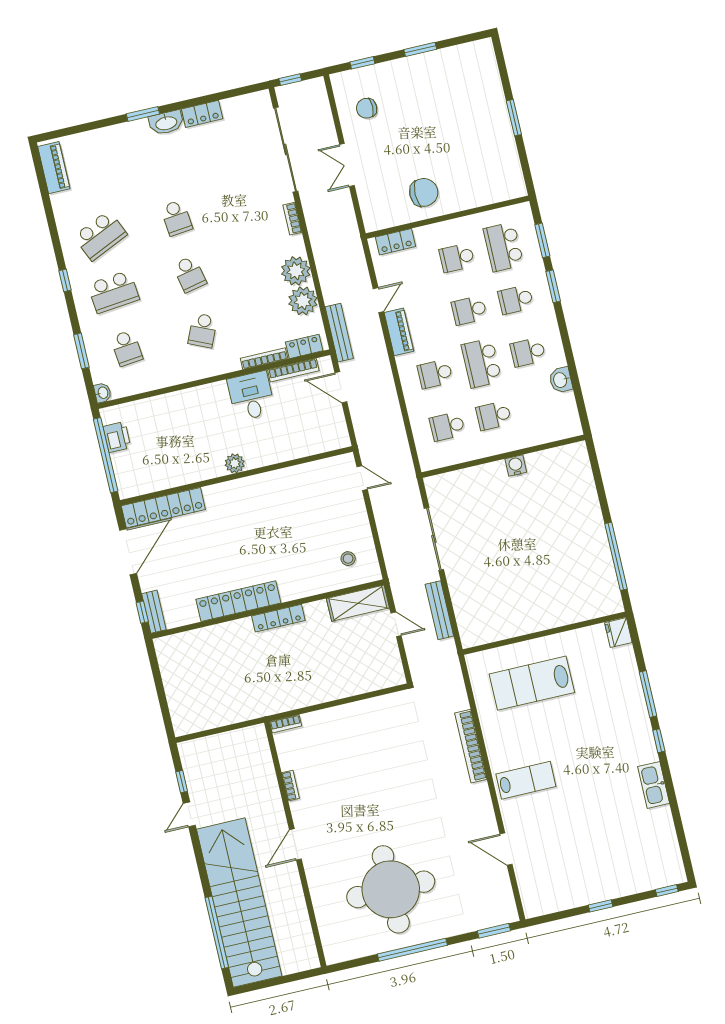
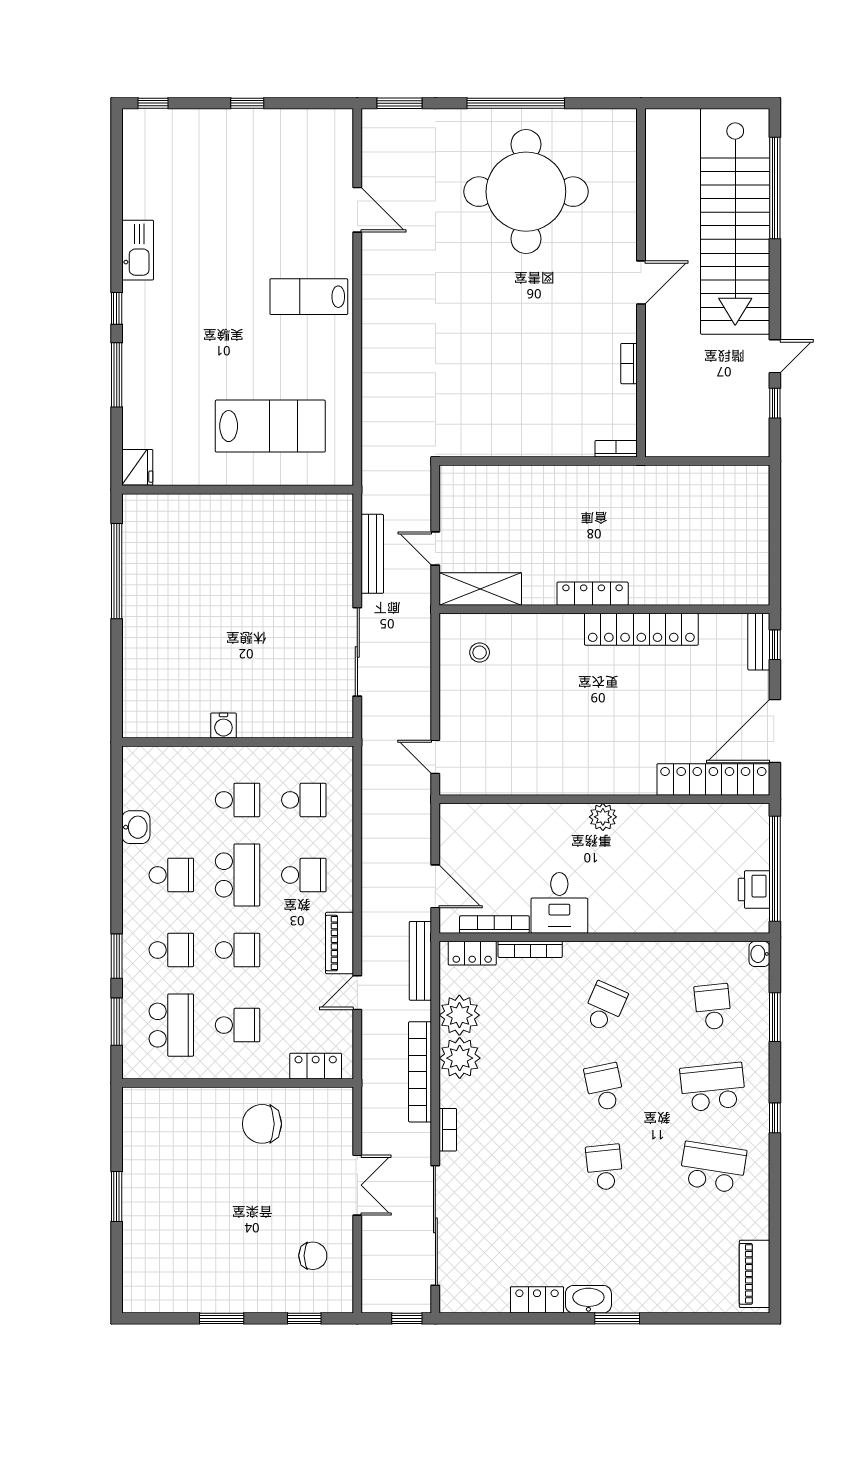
school desk: (100, 236) -> (713, 1167), turned 33
bookcase: (471, 746) -> (420, 1072), moved, turned 180

